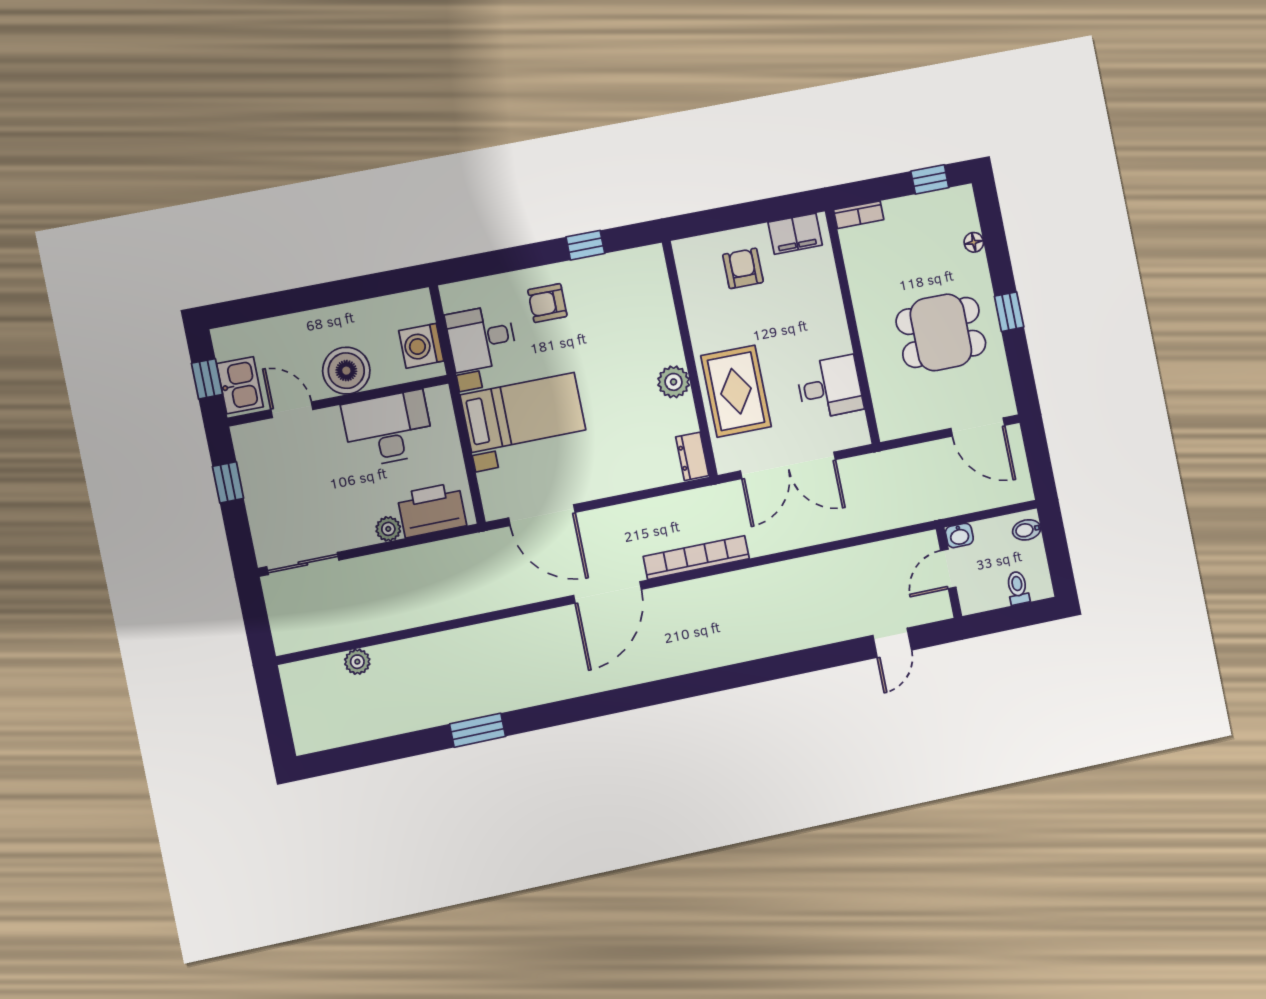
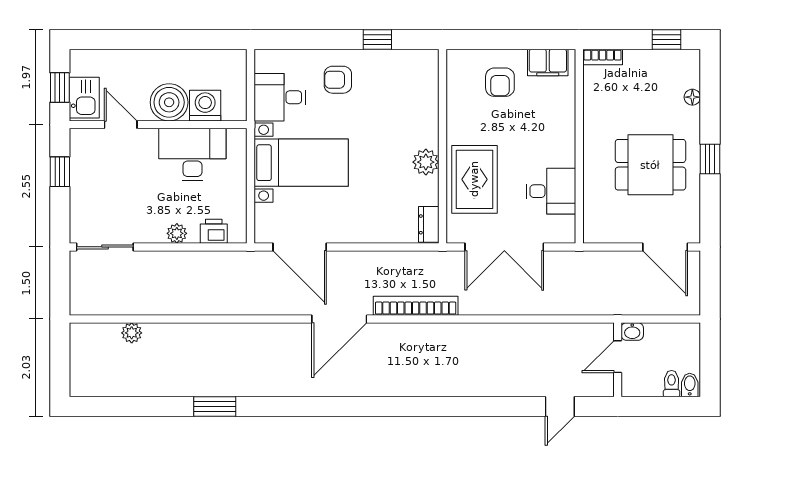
armchair: (743, 268) -> (500, 82), turned 180
washing machine: (421, 346) -> (205, 106), moved, turned 90
printer: (432, 510) -> (214, 231), width x0.53, depth x0.68
bidet: (1027, 530) -> (690, 385), moved, turned 90

